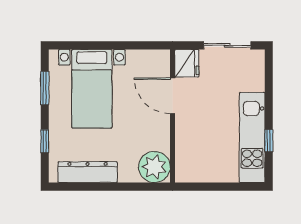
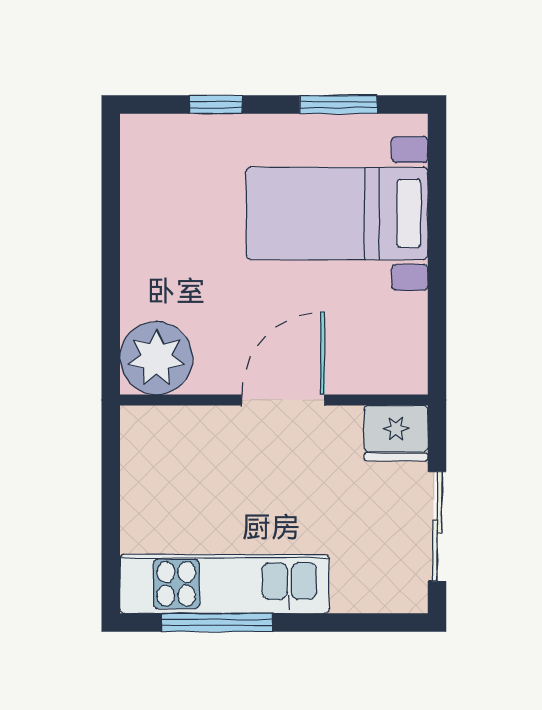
door: (173, 96) -> (283, 400), moved
window: (269, 141) -> (217, 622), width x2.17
dresser: (88, 172) -> (144, 204), removed

